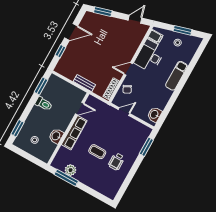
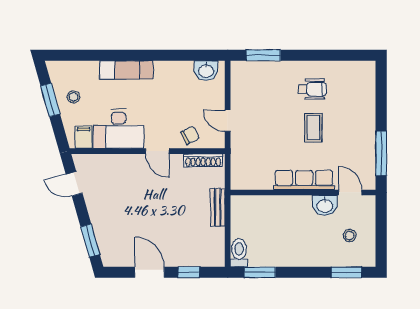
toilet: (44, 104) -> (239, 253), moved
door: (80, 109) -> (350, 192), moved
plant: (70, 170) -> (366, 153), removed

